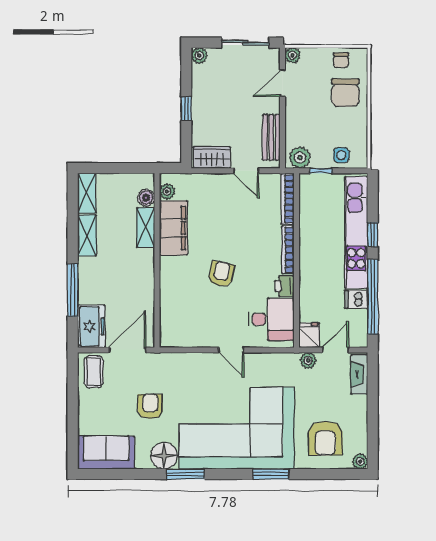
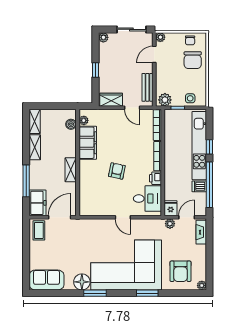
shelving: (146, 228) -> (71, 170), moved
armchair: (150, 406) -> (73, 252), removed

